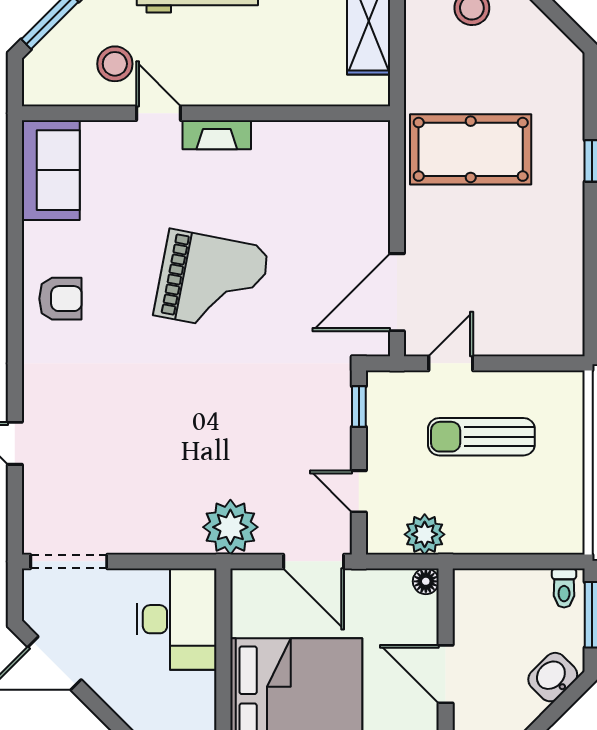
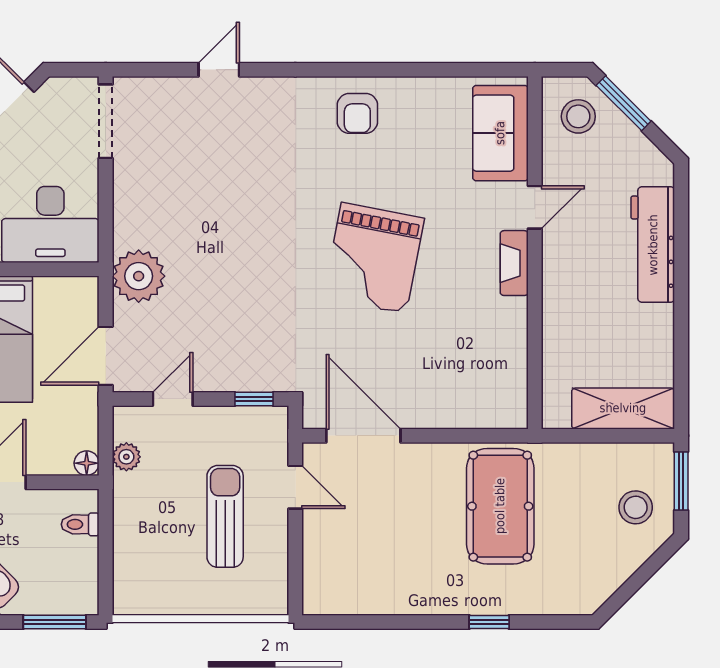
stool: (115, 64) -> (578, 116), moved
sofa: (51, 170) -> (500, 133), moved, turned 90
plant: (425, 534) -> (126, 457), width x0.73, depth x0.73
toilet: (564, 588) -> (80, 524), moved

